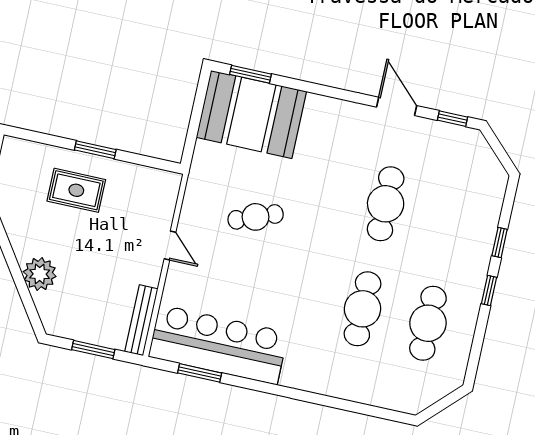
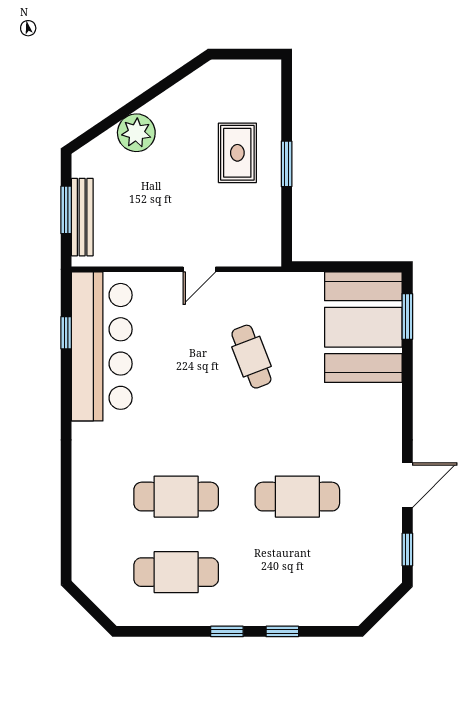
bench: (141, 320) -> (82, 217), moved, turned 90
window: (200, 373) -> (66, 333), width x0.67

